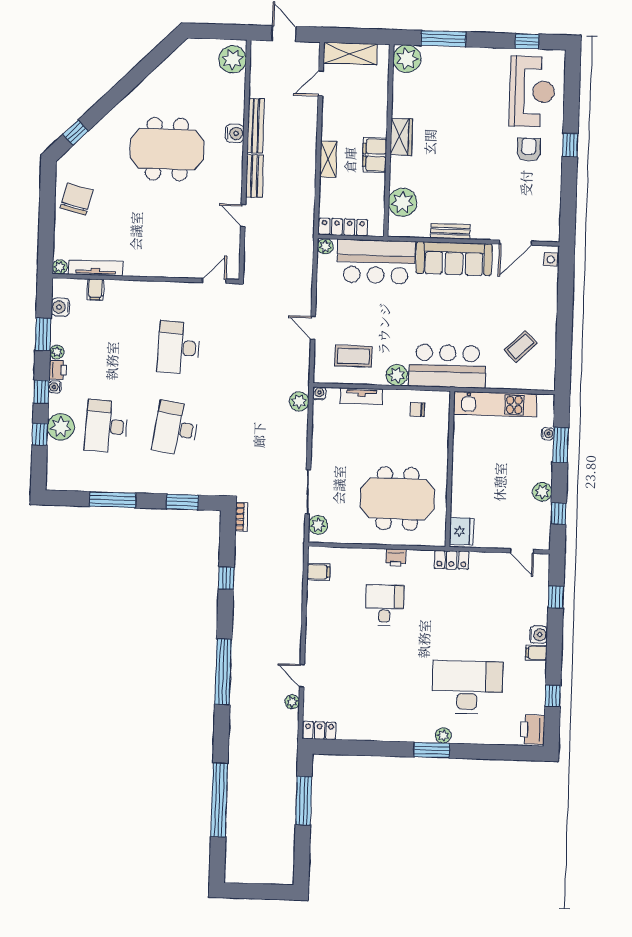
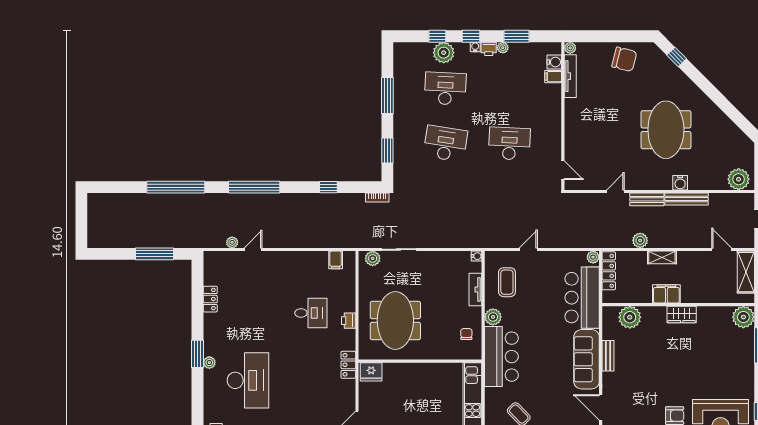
water cooler: (60, 307) -> (554, 62), moved, turned 90
plant: (299, 401) -> (640, 240), moved
locker: (319, 730) -> (210, 299), moved
window: (219, 800) -> (176, 187), moved

